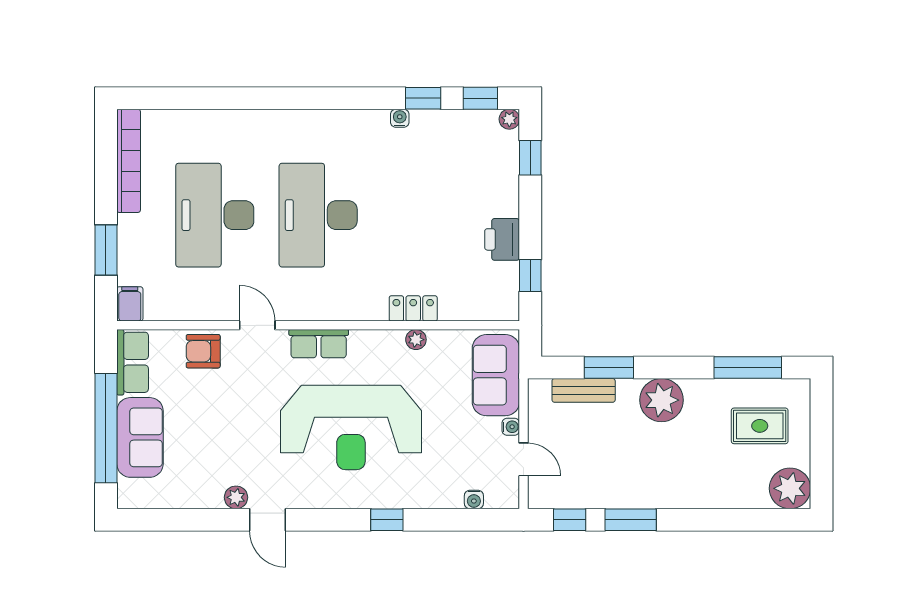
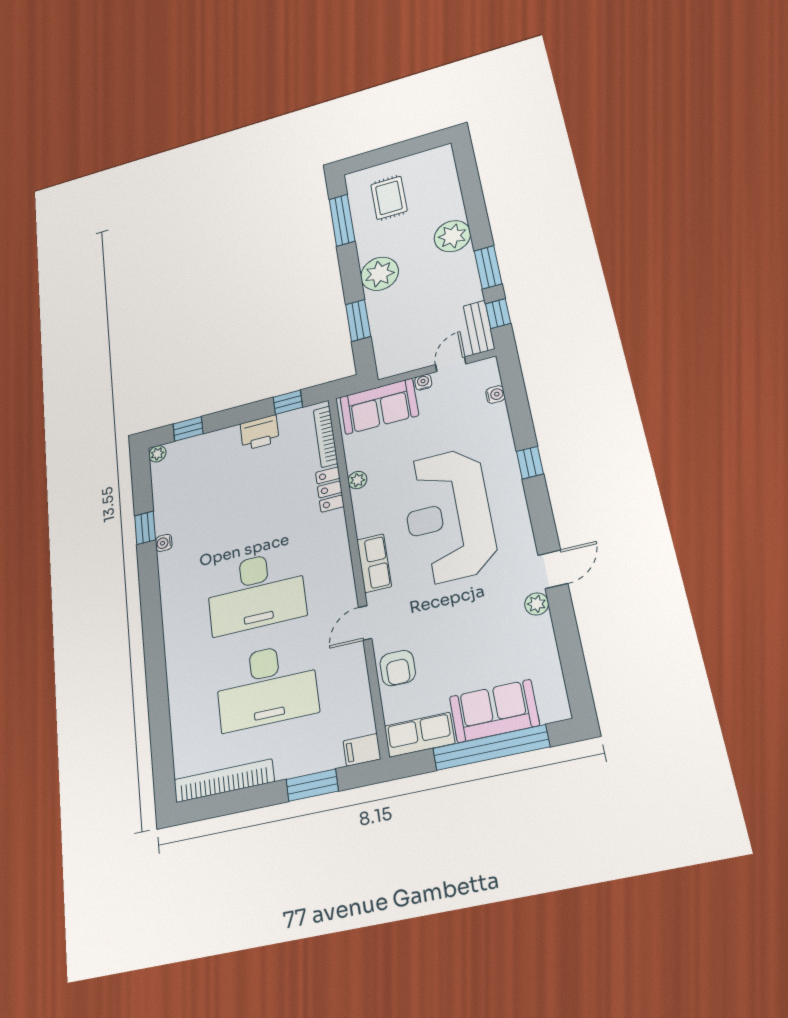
window: (480, 98) -> (142, 481), removed
bookcase: (476, 312) -> (326, 437), added
bench: (584, 390) -> (479, 327), moved
reception desk: (351, 427) -> (448, 515), turned 180
plant: (790, 488) -> (452, 236), moved

